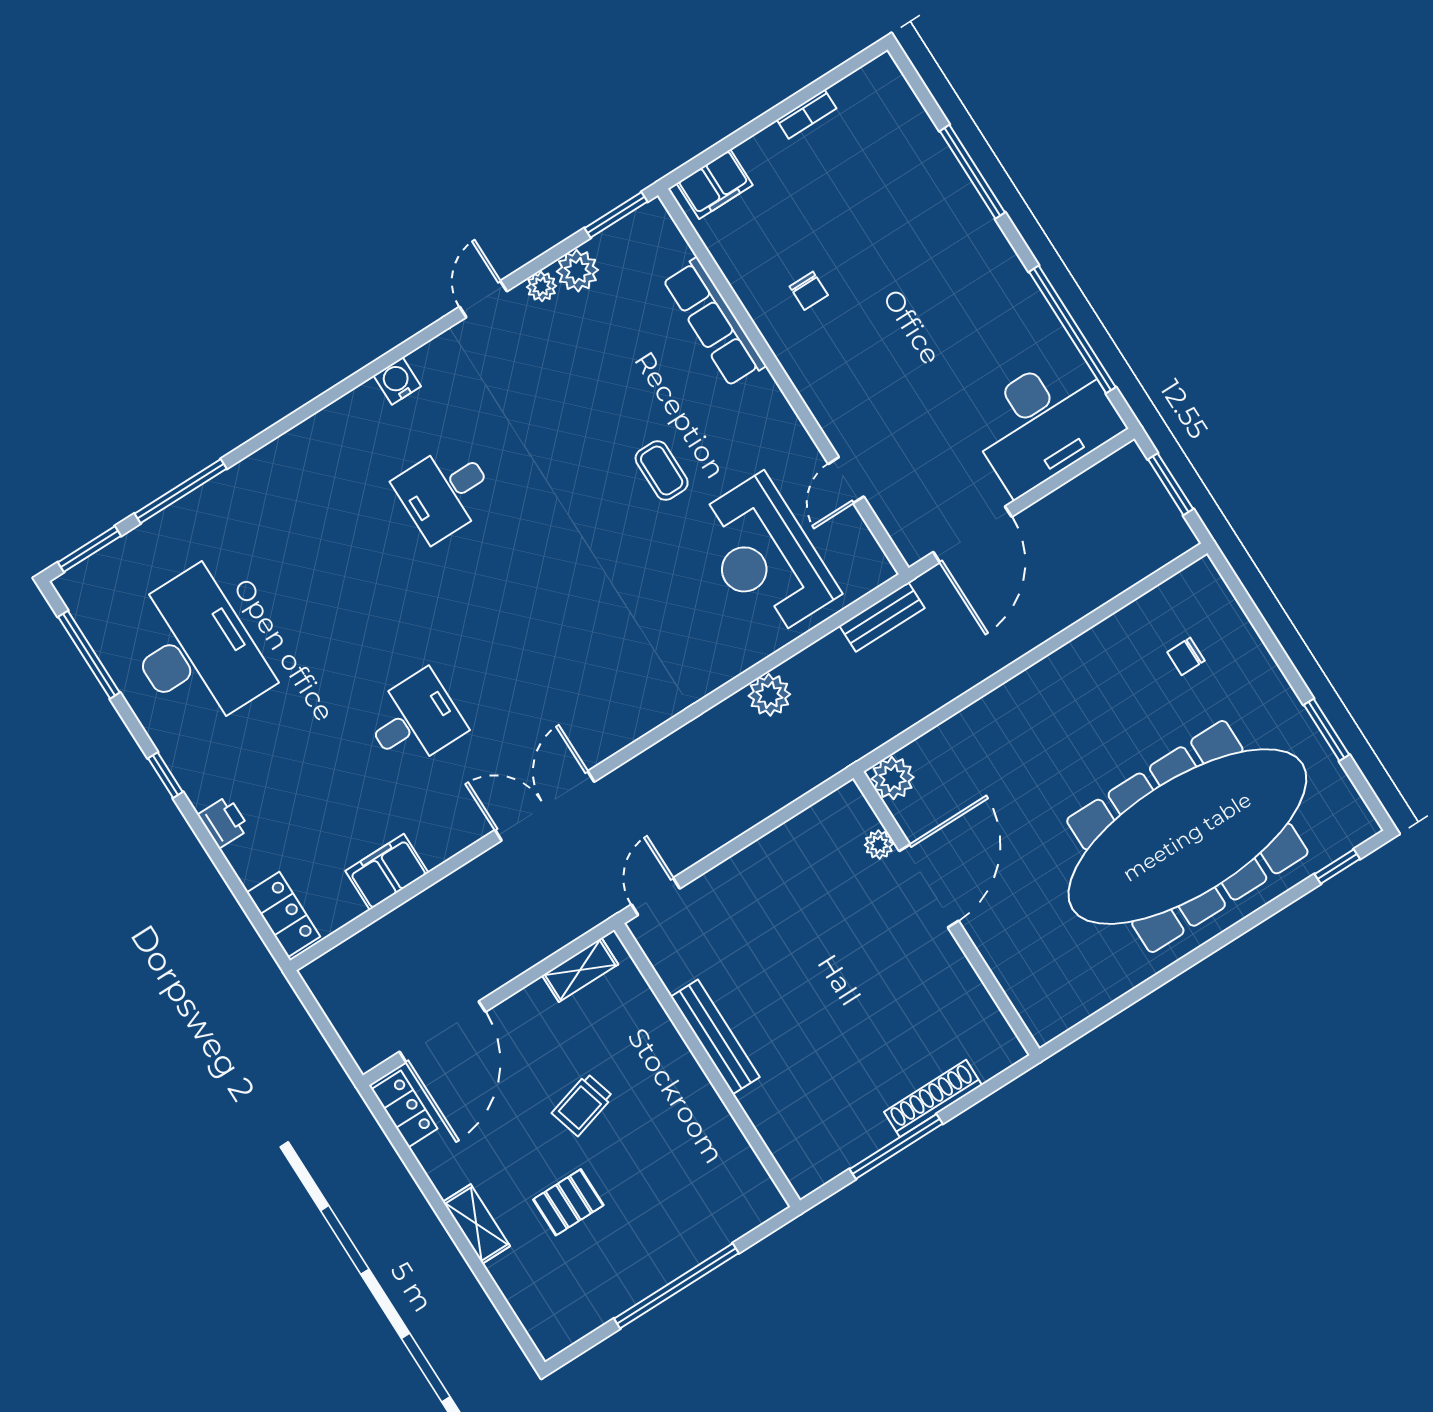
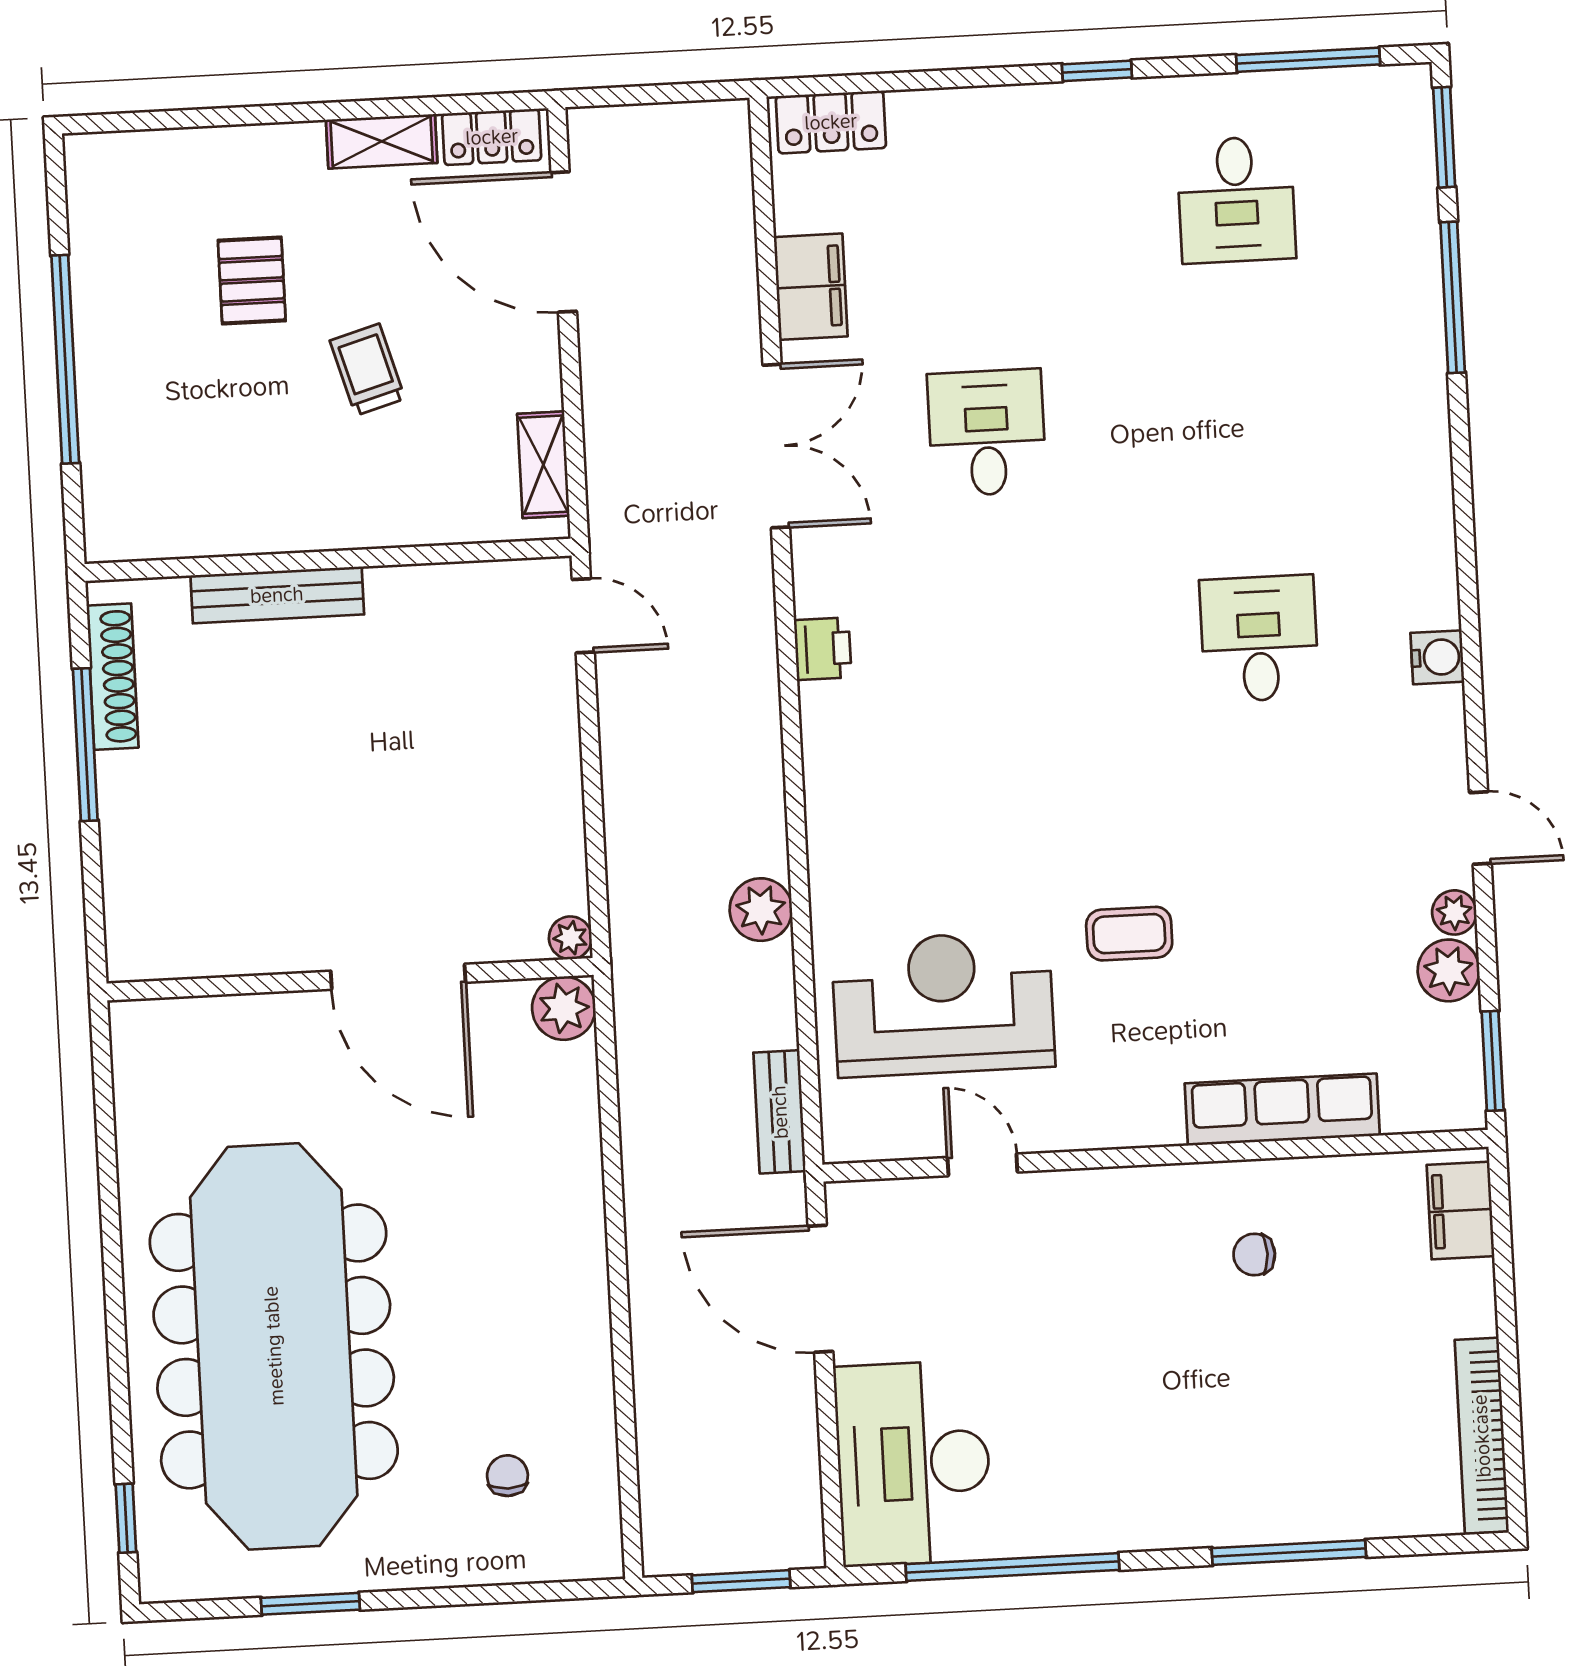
bookcase: (807, 114) -> (1482, 1436), width x2.31, depth x1.31
desk: (195, 651) -> (1236, 200), width x0.53, depth x0.77
desk: (414, 720) -> (987, 433), turned 180
double door: (545, 806) -> (776, 446), moved
printer: (224, 822) -> (823, 649), moved, turned -90
plant: (879, 845) -> (570, 938), moved
bench: (715, 1037) -> (277, 595), moved
shoe rack: (933, 1099) -> (113, 677), moved
shelving: (476, 1224) -> (382, 141), moved

